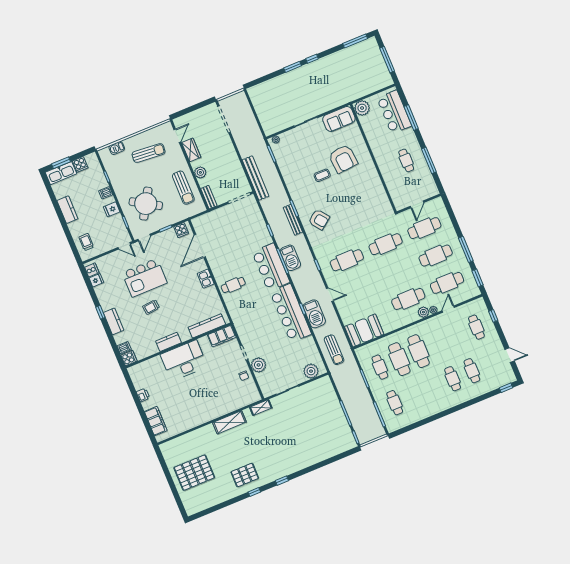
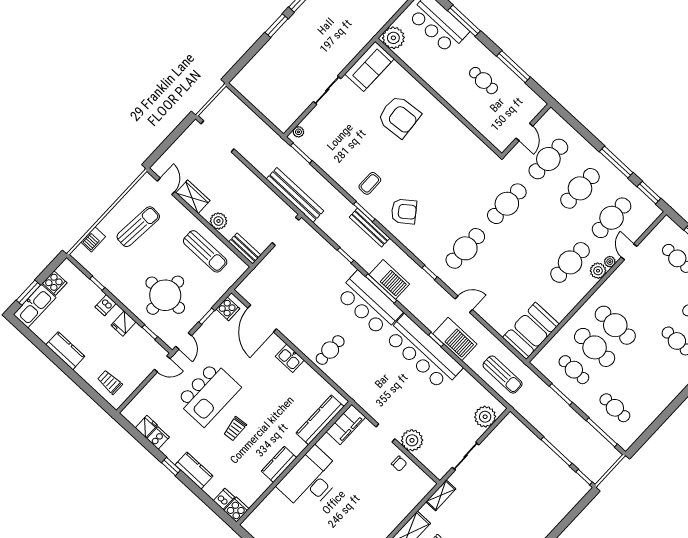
coffee table: (322, 175) -> (370, 183), moved
round table: (146, 204) -> (165, 295), turned -31
cooker: (92, 270) -> (158, 438), moved

